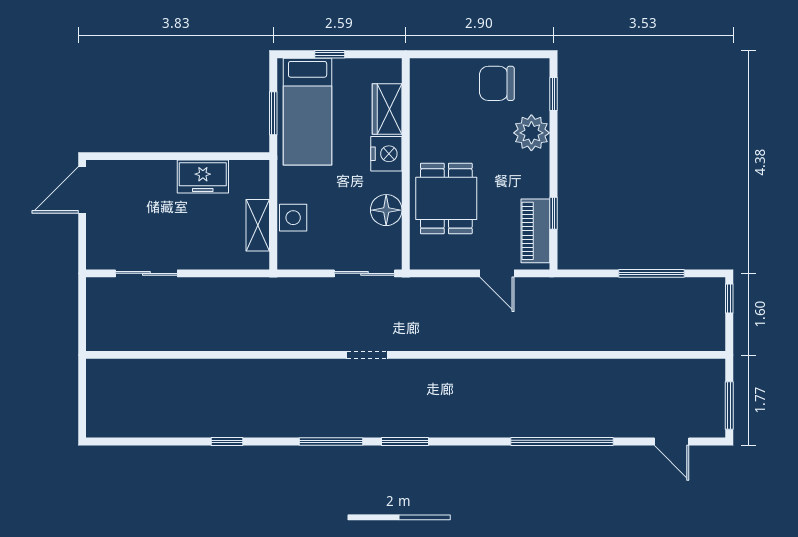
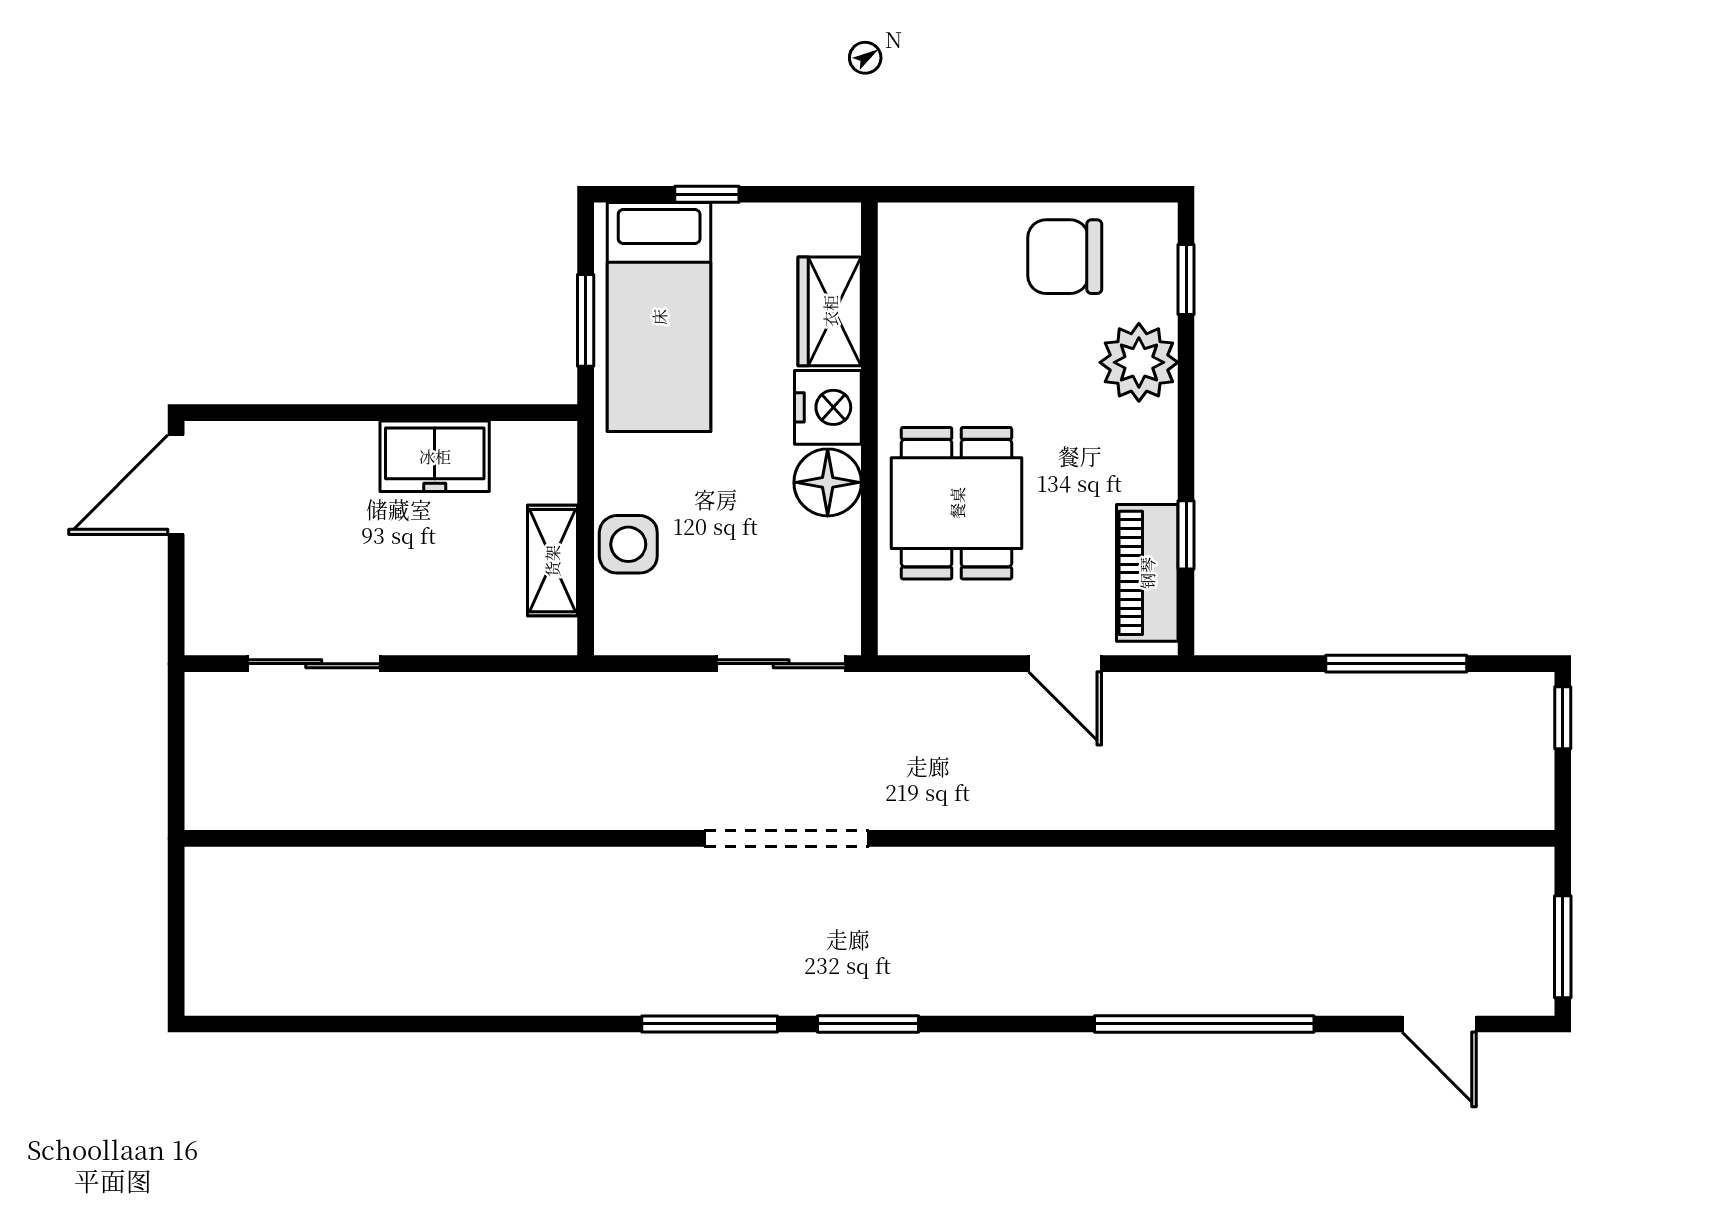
floor lamp: (386, 210) -> (828, 482), moved
doorway: (367, 355) -> (787, 838), width x1.88
window: (227, 442) -> (487, 1024), removed

